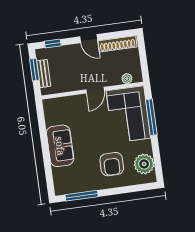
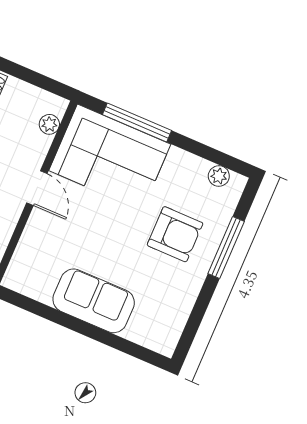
plant: (144, 164) -> (219, 176), width x0.53, depth x0.53
window: (82, 196) -> (226, 247), moved

